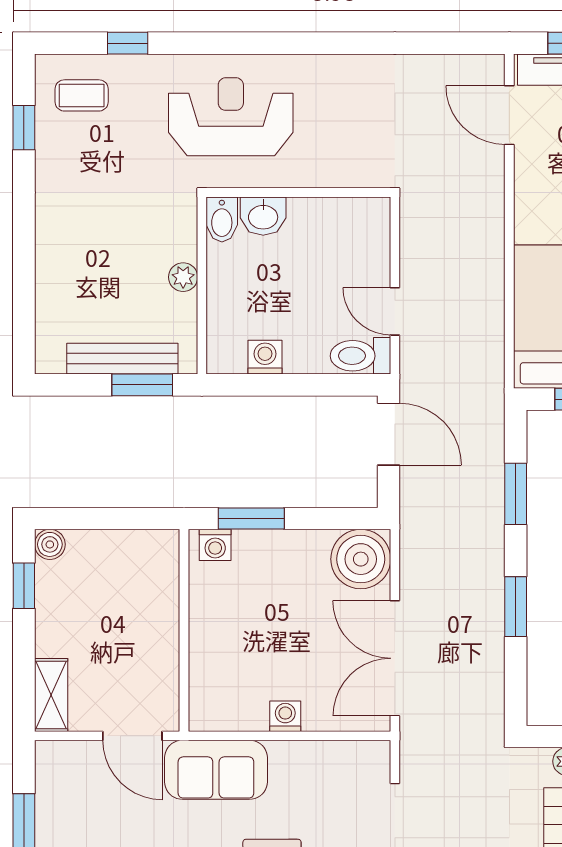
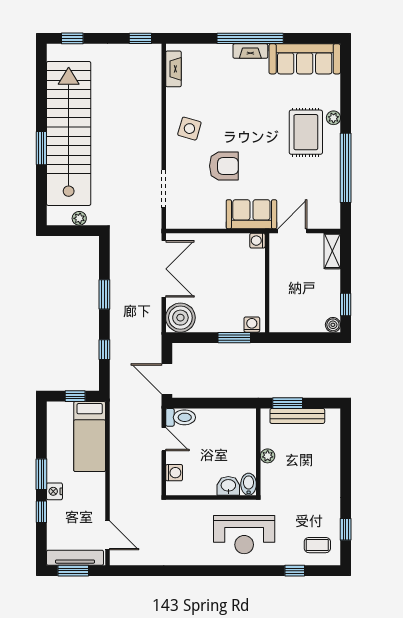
washing machine: (265, 357) -> (174, 473), moved, turned -90
window: (516, 494) -> (104, 350), width x0.67
washing machine: (285, 716) -> (257, 241), moved, turned 90
door: (132, 736) -> (292, 231), hinge flipped

